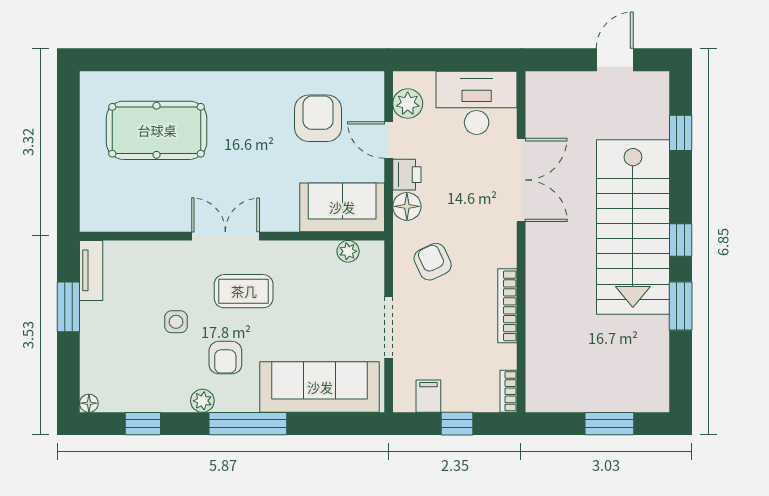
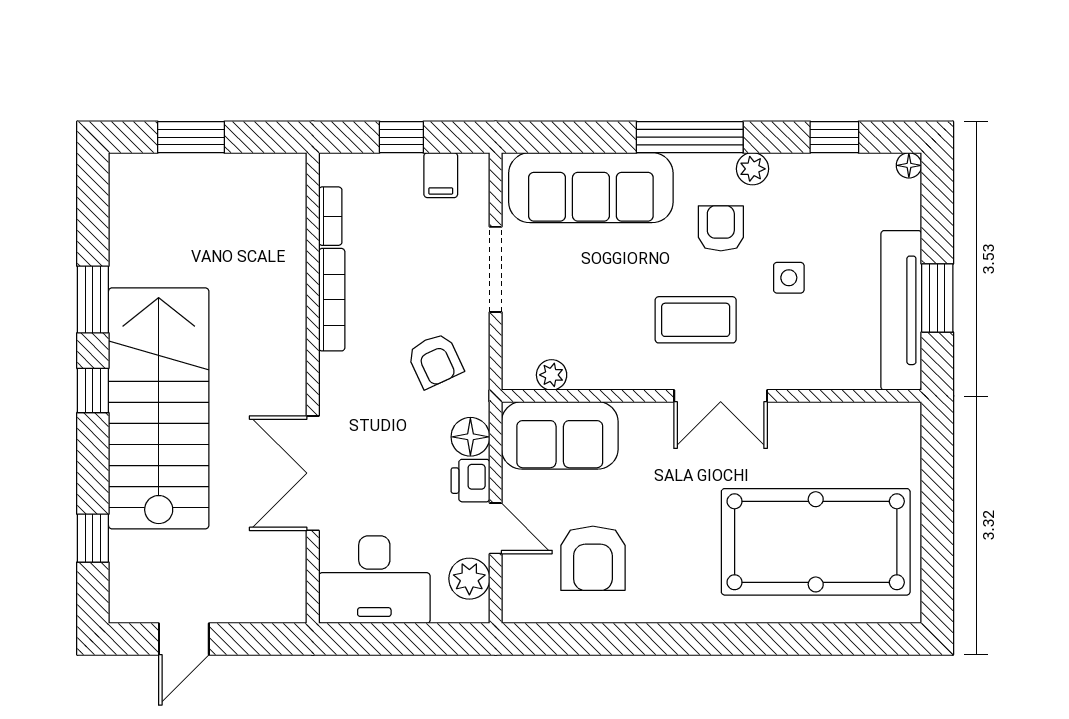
pool table: (157, 130) -> (816, 542), width x1.36, depth x1.32
tv unit: (91, 270) -> (901, 310), width x1.92, depth x1.29
bookcase: (509, 391) -> (330, 216), moved

